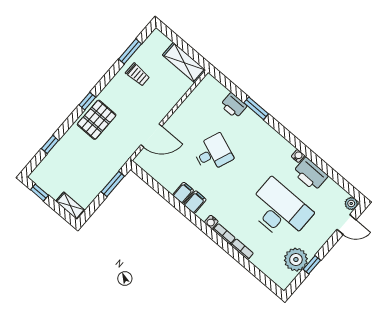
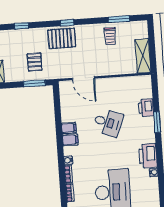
pallet: (94, 165) -> (35, 62), added
printer: (310, 174) -> (148, 156), moved

